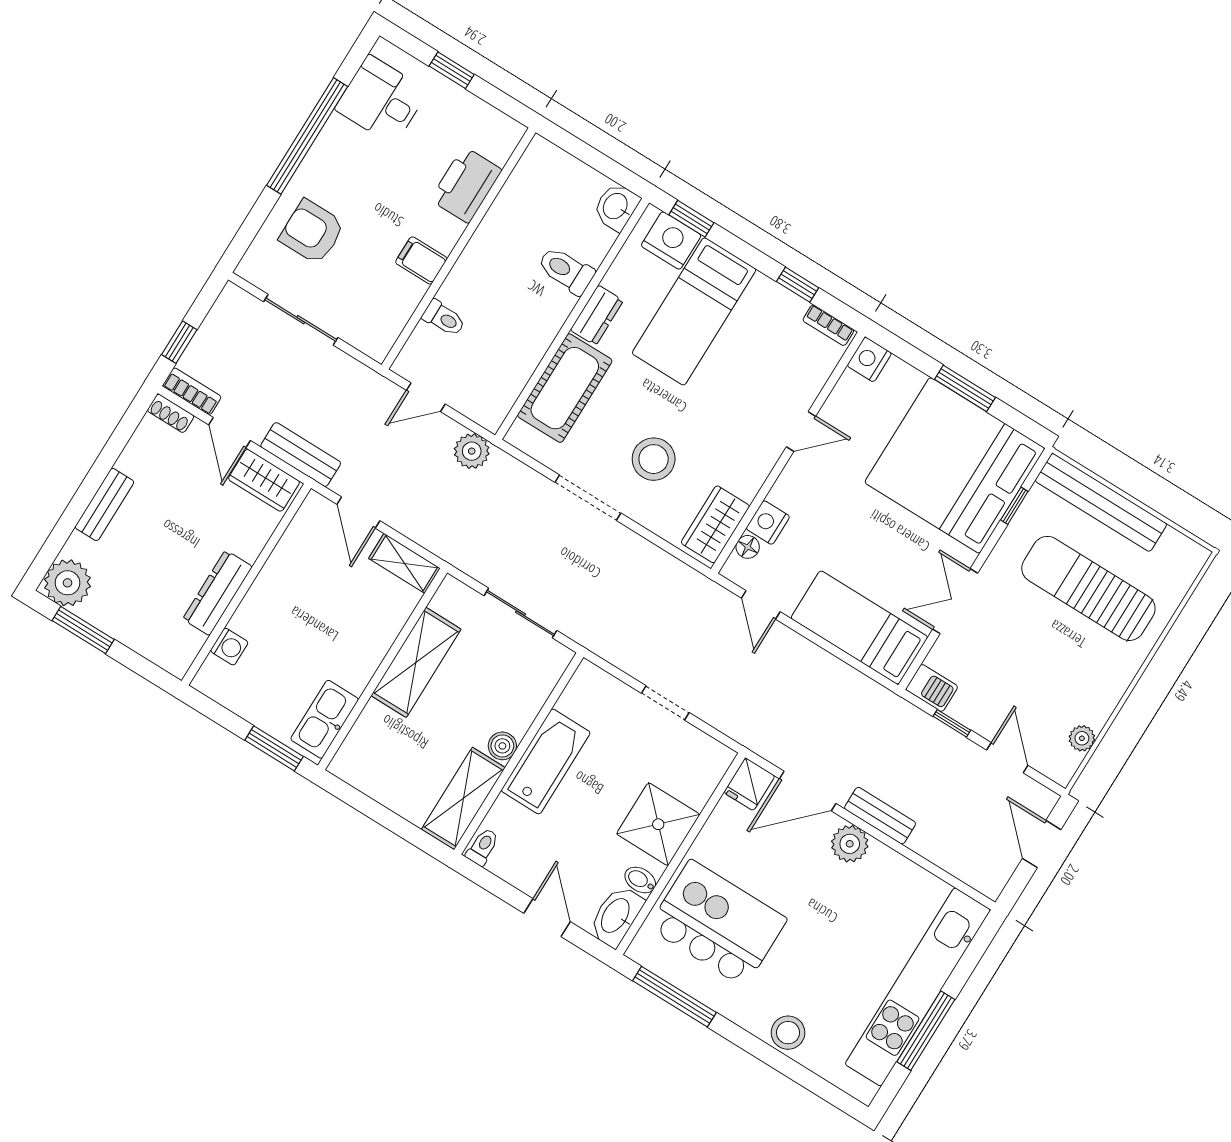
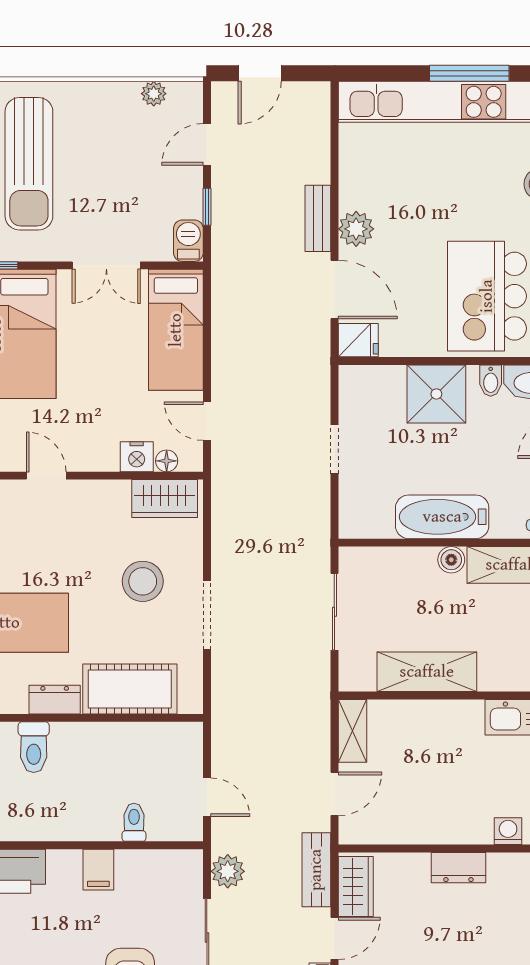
plant: (472, 451) -> (228, 871), moved
dresser: (218, 593) -> (458, 868), width x0.70
door: (761, 605) -> (207, 421), swing flipped

